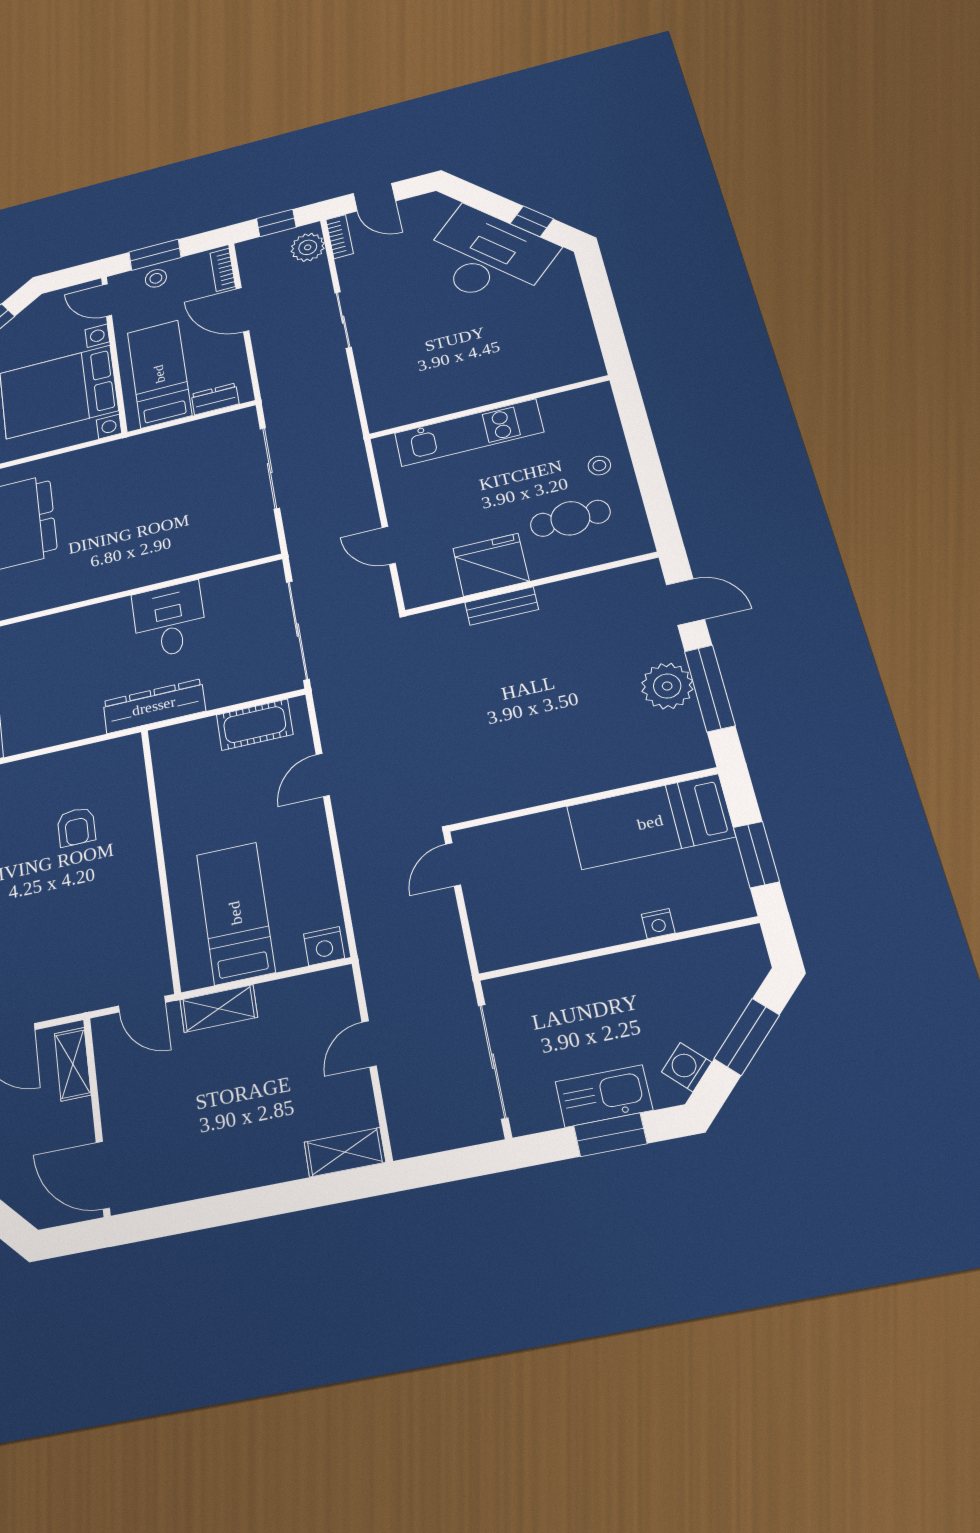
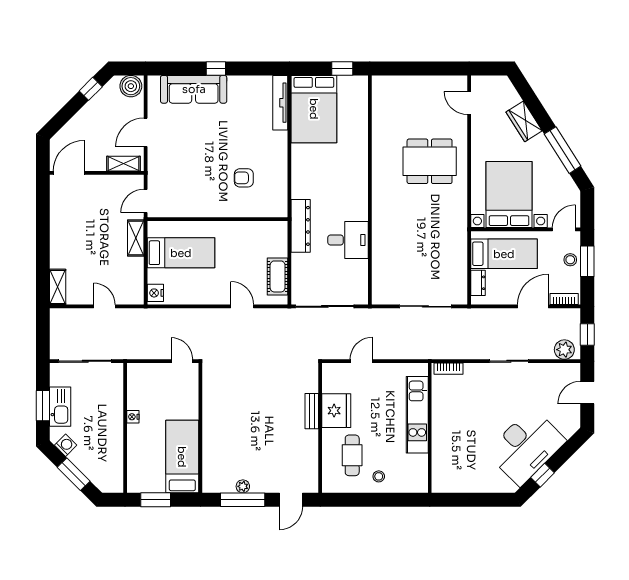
bookcase: (340, 237) -> (448, 369), moved
plant: (667, 686) -> (243, 486), width x0.53, depth x0.53
nightstand: (658, 924) -> (133, 417), moved

